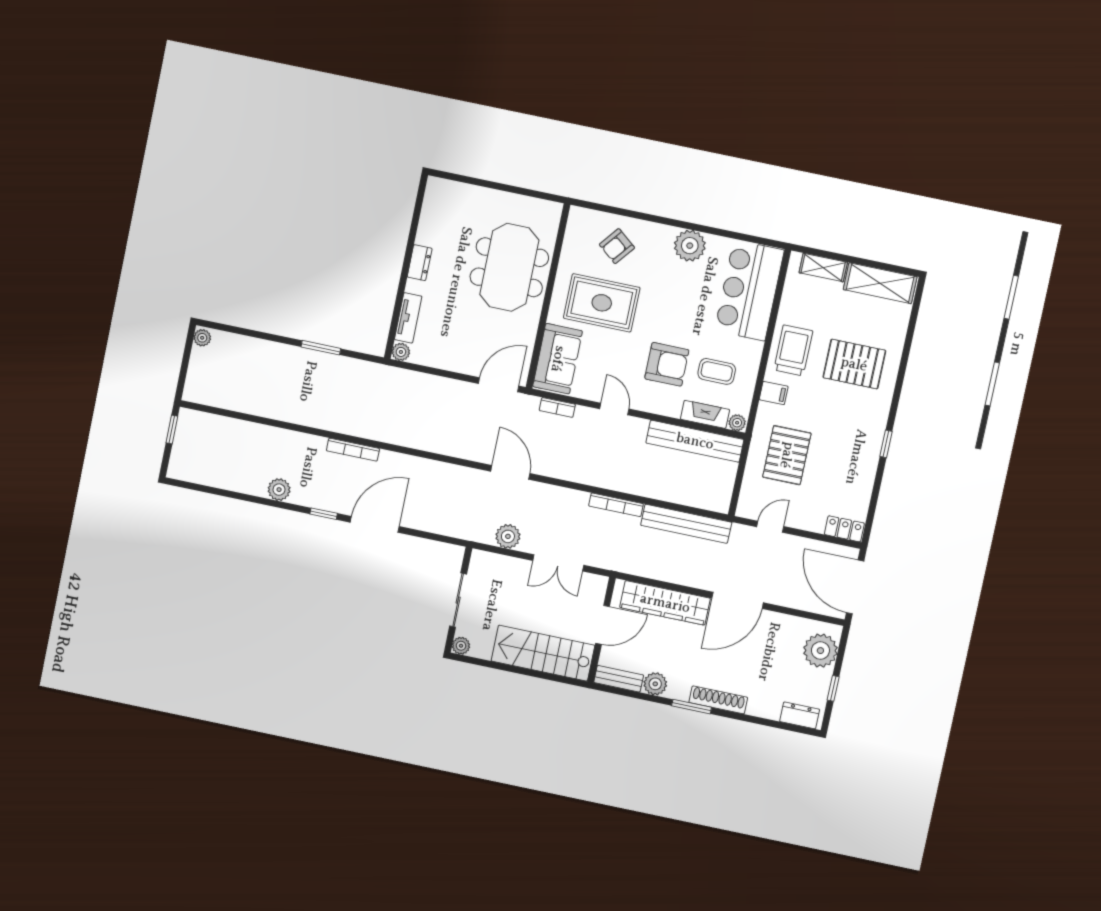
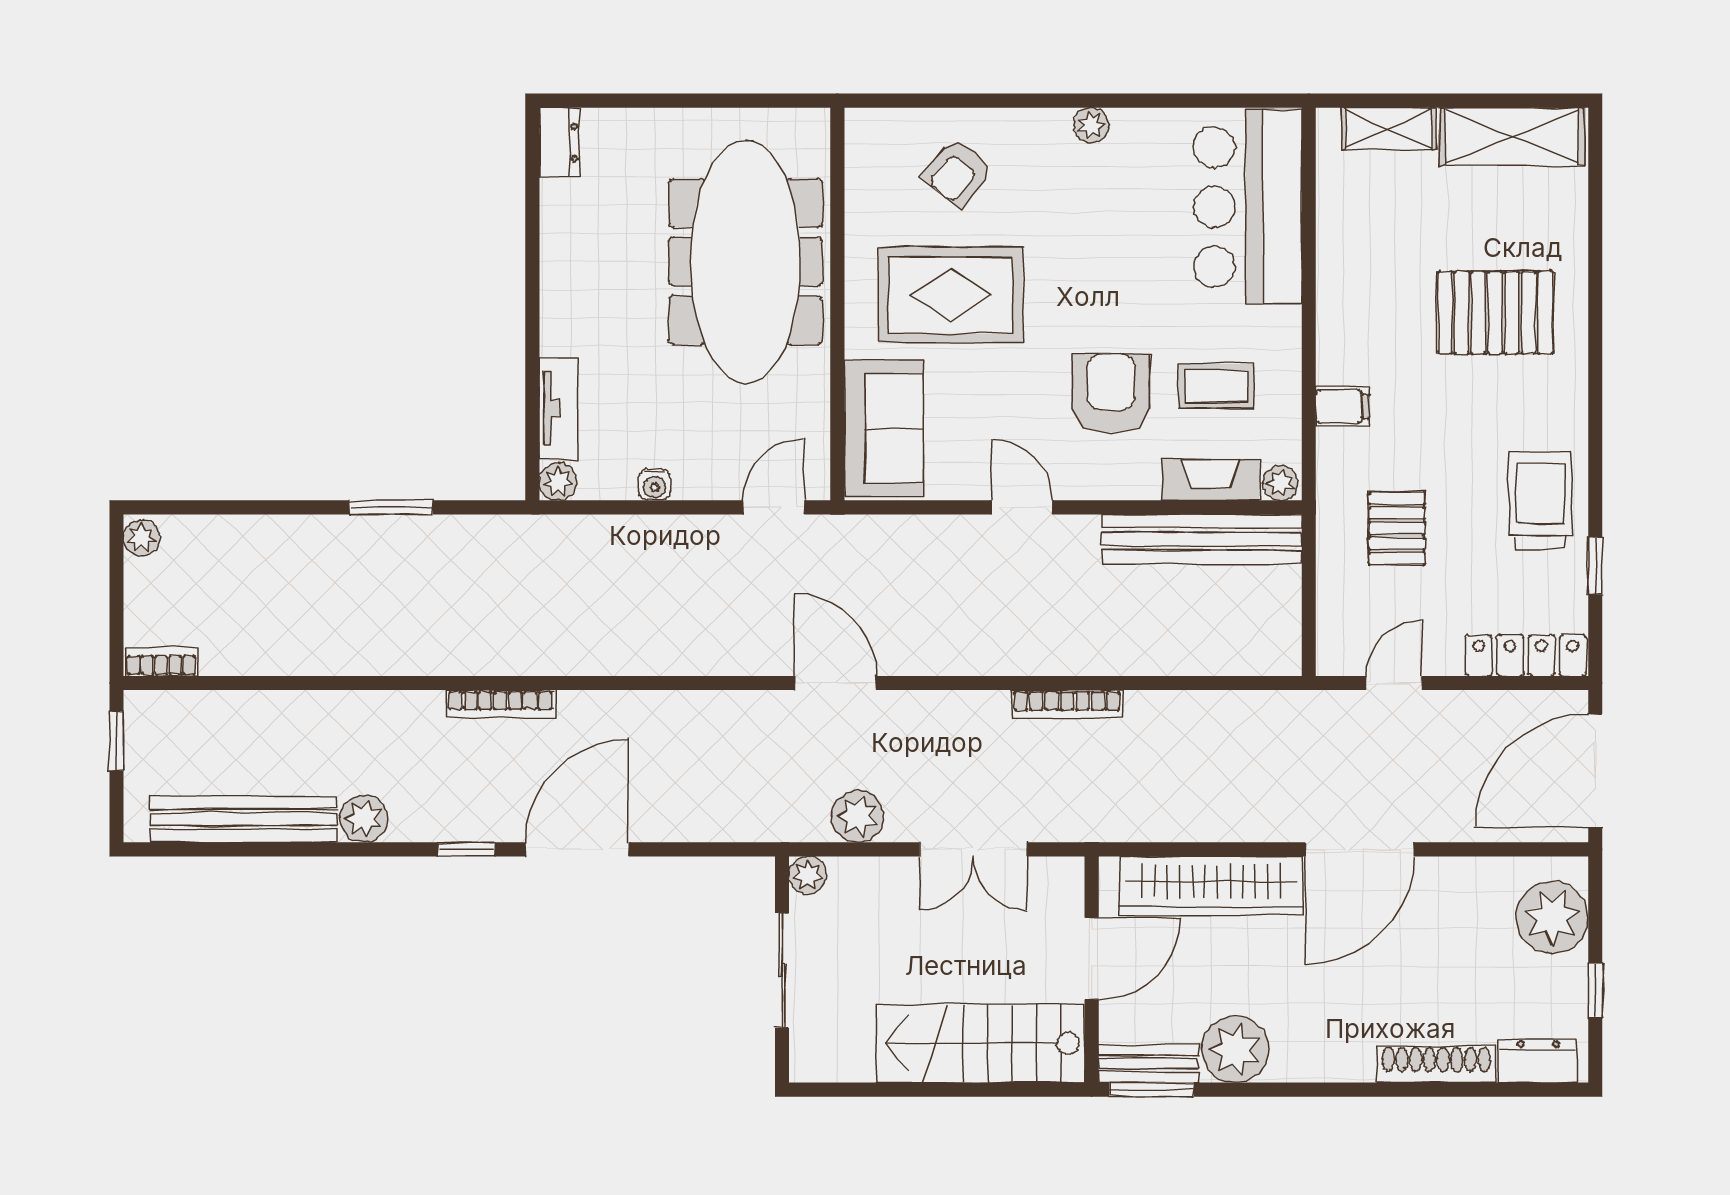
plant: (690, 246) -> (1091, 125), width x0.53, depth x0.53
dresser: (420, 263) -> (559, 143), moved
meeting table: (509, 267) -> (746, 261), width x1.36
trolley: (793, 350) -> (1540, 500), moved
water cooler: (445, 363) -> (654, 485), added
armchair: (667, 364) -> (1111, 393), turned -90
door: (499, 385) -> (774, 507), width x0.73
bookcase: (557, 407) -> (161, 662), moved, turned 180
window: (886, 444) -> (1595, 566), moved
pallet: (787, 455) -> (1397, 528), width x0.67, depth x0.71
bench: (686, 524) -> (243, 819), moved
locker: (844, 529) -> (1526, 655), width x1.53
door: (855, 587) -> (1595, 771), hinge flipped
plant: (461, 646) -> (808, 875), moved
plant: (655, 684) -> (1235, 1049), width x1.36, depth x1.36
shoe rack: (718, 700) -> (1436, 1064), moved
window: (692, 707) -> (1152, 1090), moved

